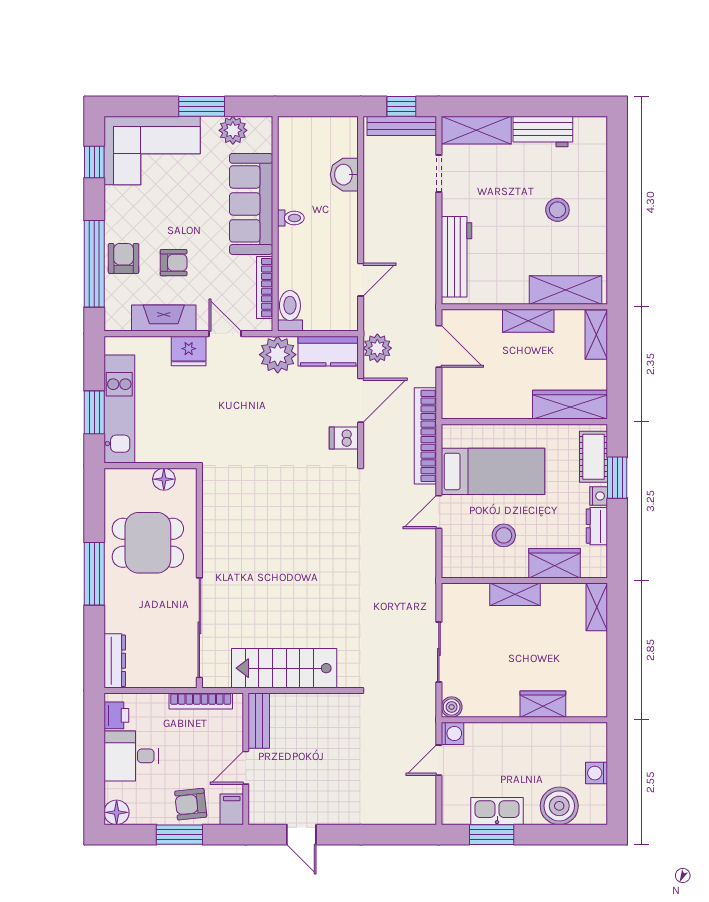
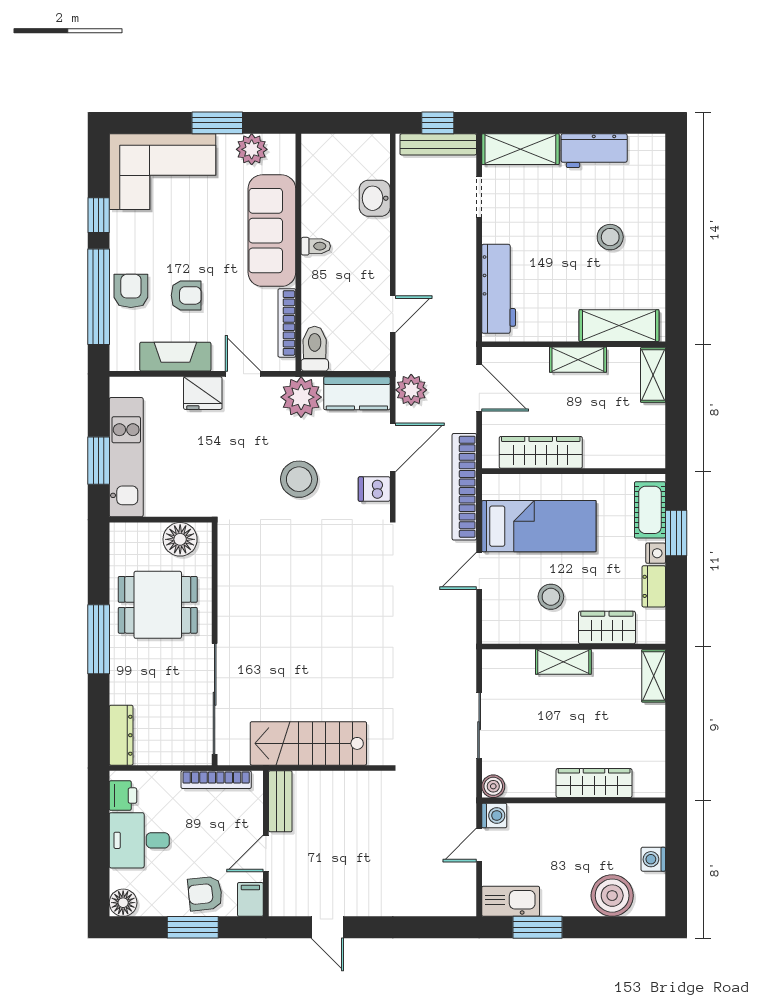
window: (94, 162) -> (99, 215), moved
wardrobe: (570, 405) -> (541, 452), moved
stool: (276, 429) -> (299, 479), added
floor lamp: (164, 479) -> (180, 539), width x1.38, depth x1.38
wardrobe: (543, 704) -> (594, 783), width x1.50
kitchen sink: (497, 811) -> (511, 901), moved

